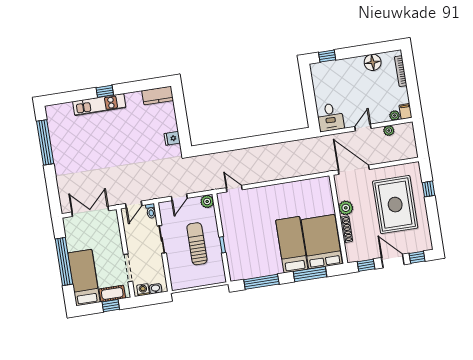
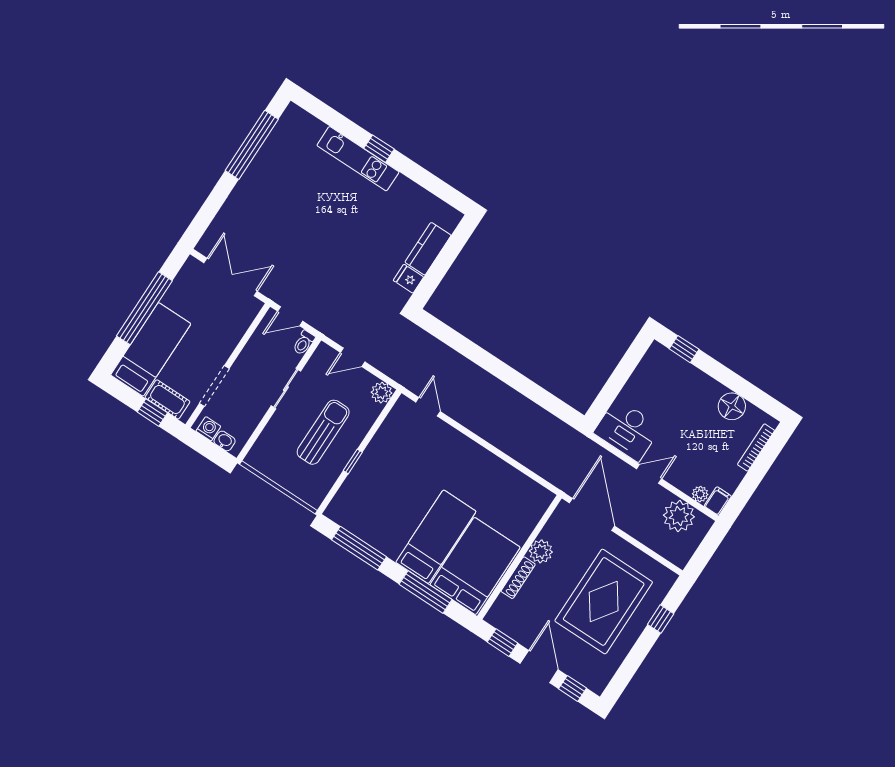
kitchen counter: (158, 96) -> (428, 249), moved, turned 90
desk: (330, 117) -> (627, 430), width x1.37
plant: (389, 131) -> (679, 516), width x1.87, depth x1.87

